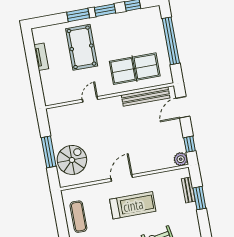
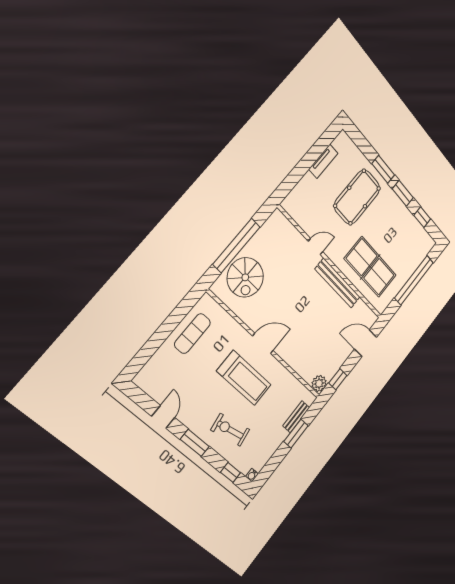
bench: (146, 97) -> (338, 283), moved
window: (49, 152) -> (236, 246), width x1.46
spiral stairs: (72, 160) -> (245, 277), turned 90

